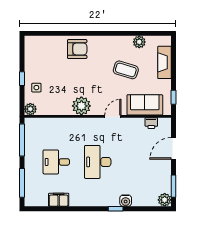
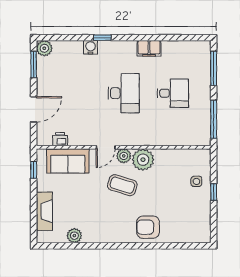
coffee table: (126, 70) -> (122, 185), moved
plant: (30, 109) -> (124, 156), moved
filing cabinet: (59, 200) -> (149, 48), moved

